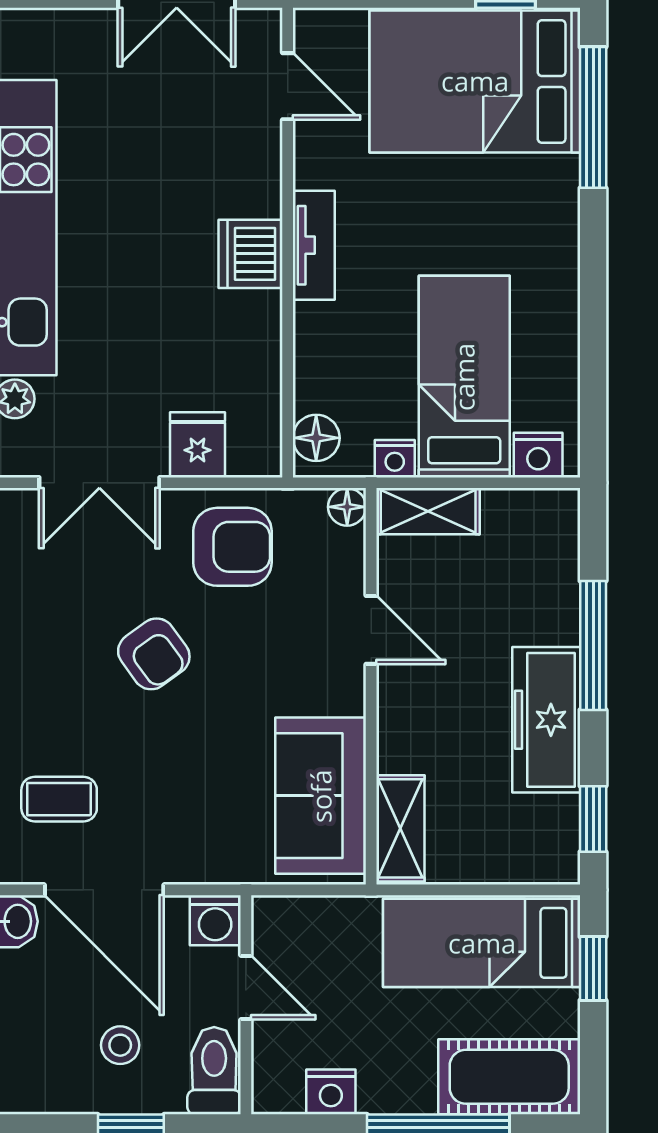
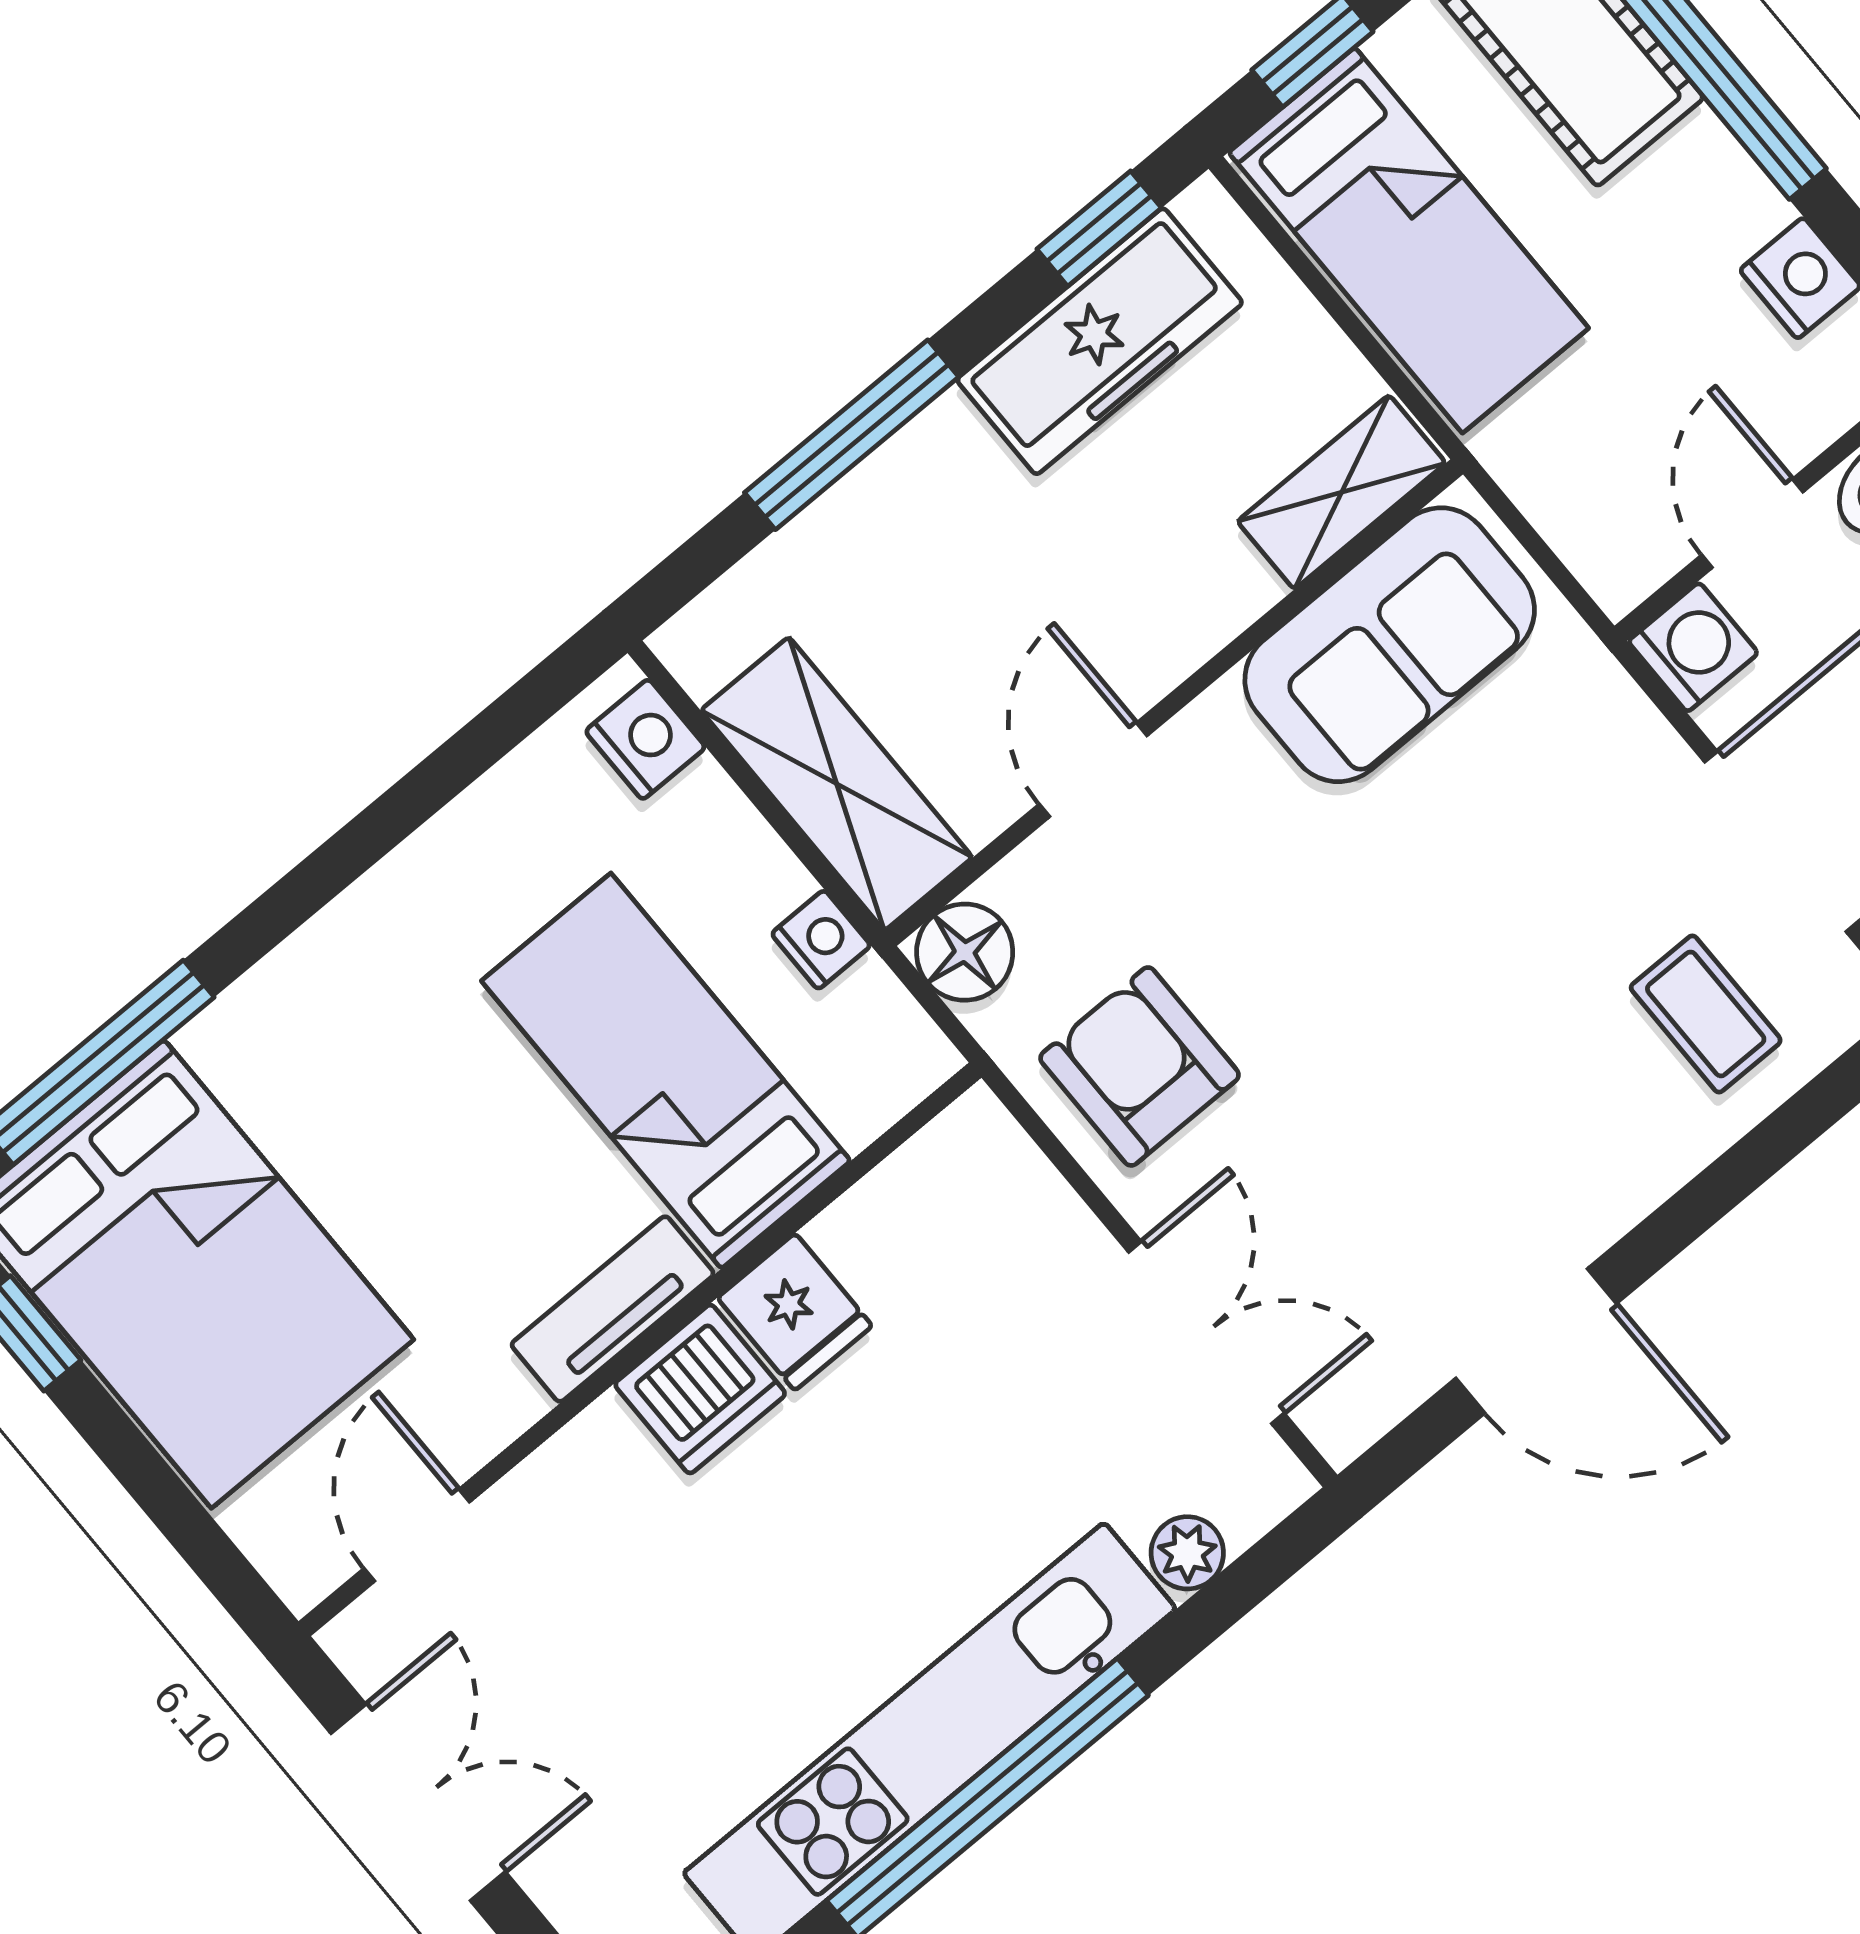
bed: (464, 377) -> (666, 1071), moved, turned 90
floor lamp: (316, 438) -> (885, 1076), removed
fridge: (198, 445) -> (795, 1312), moved, turned -90
floor lamp: (347, 507) -> (965, 952), width x1.37, depth x1.37
shelving: (428, 511) -> (837, 784), width x1.50, depth x1.33
armchair: (154, 654) -> (1386, 1051), removed
freezer: (546, 720) -> (1100, 341), moved

